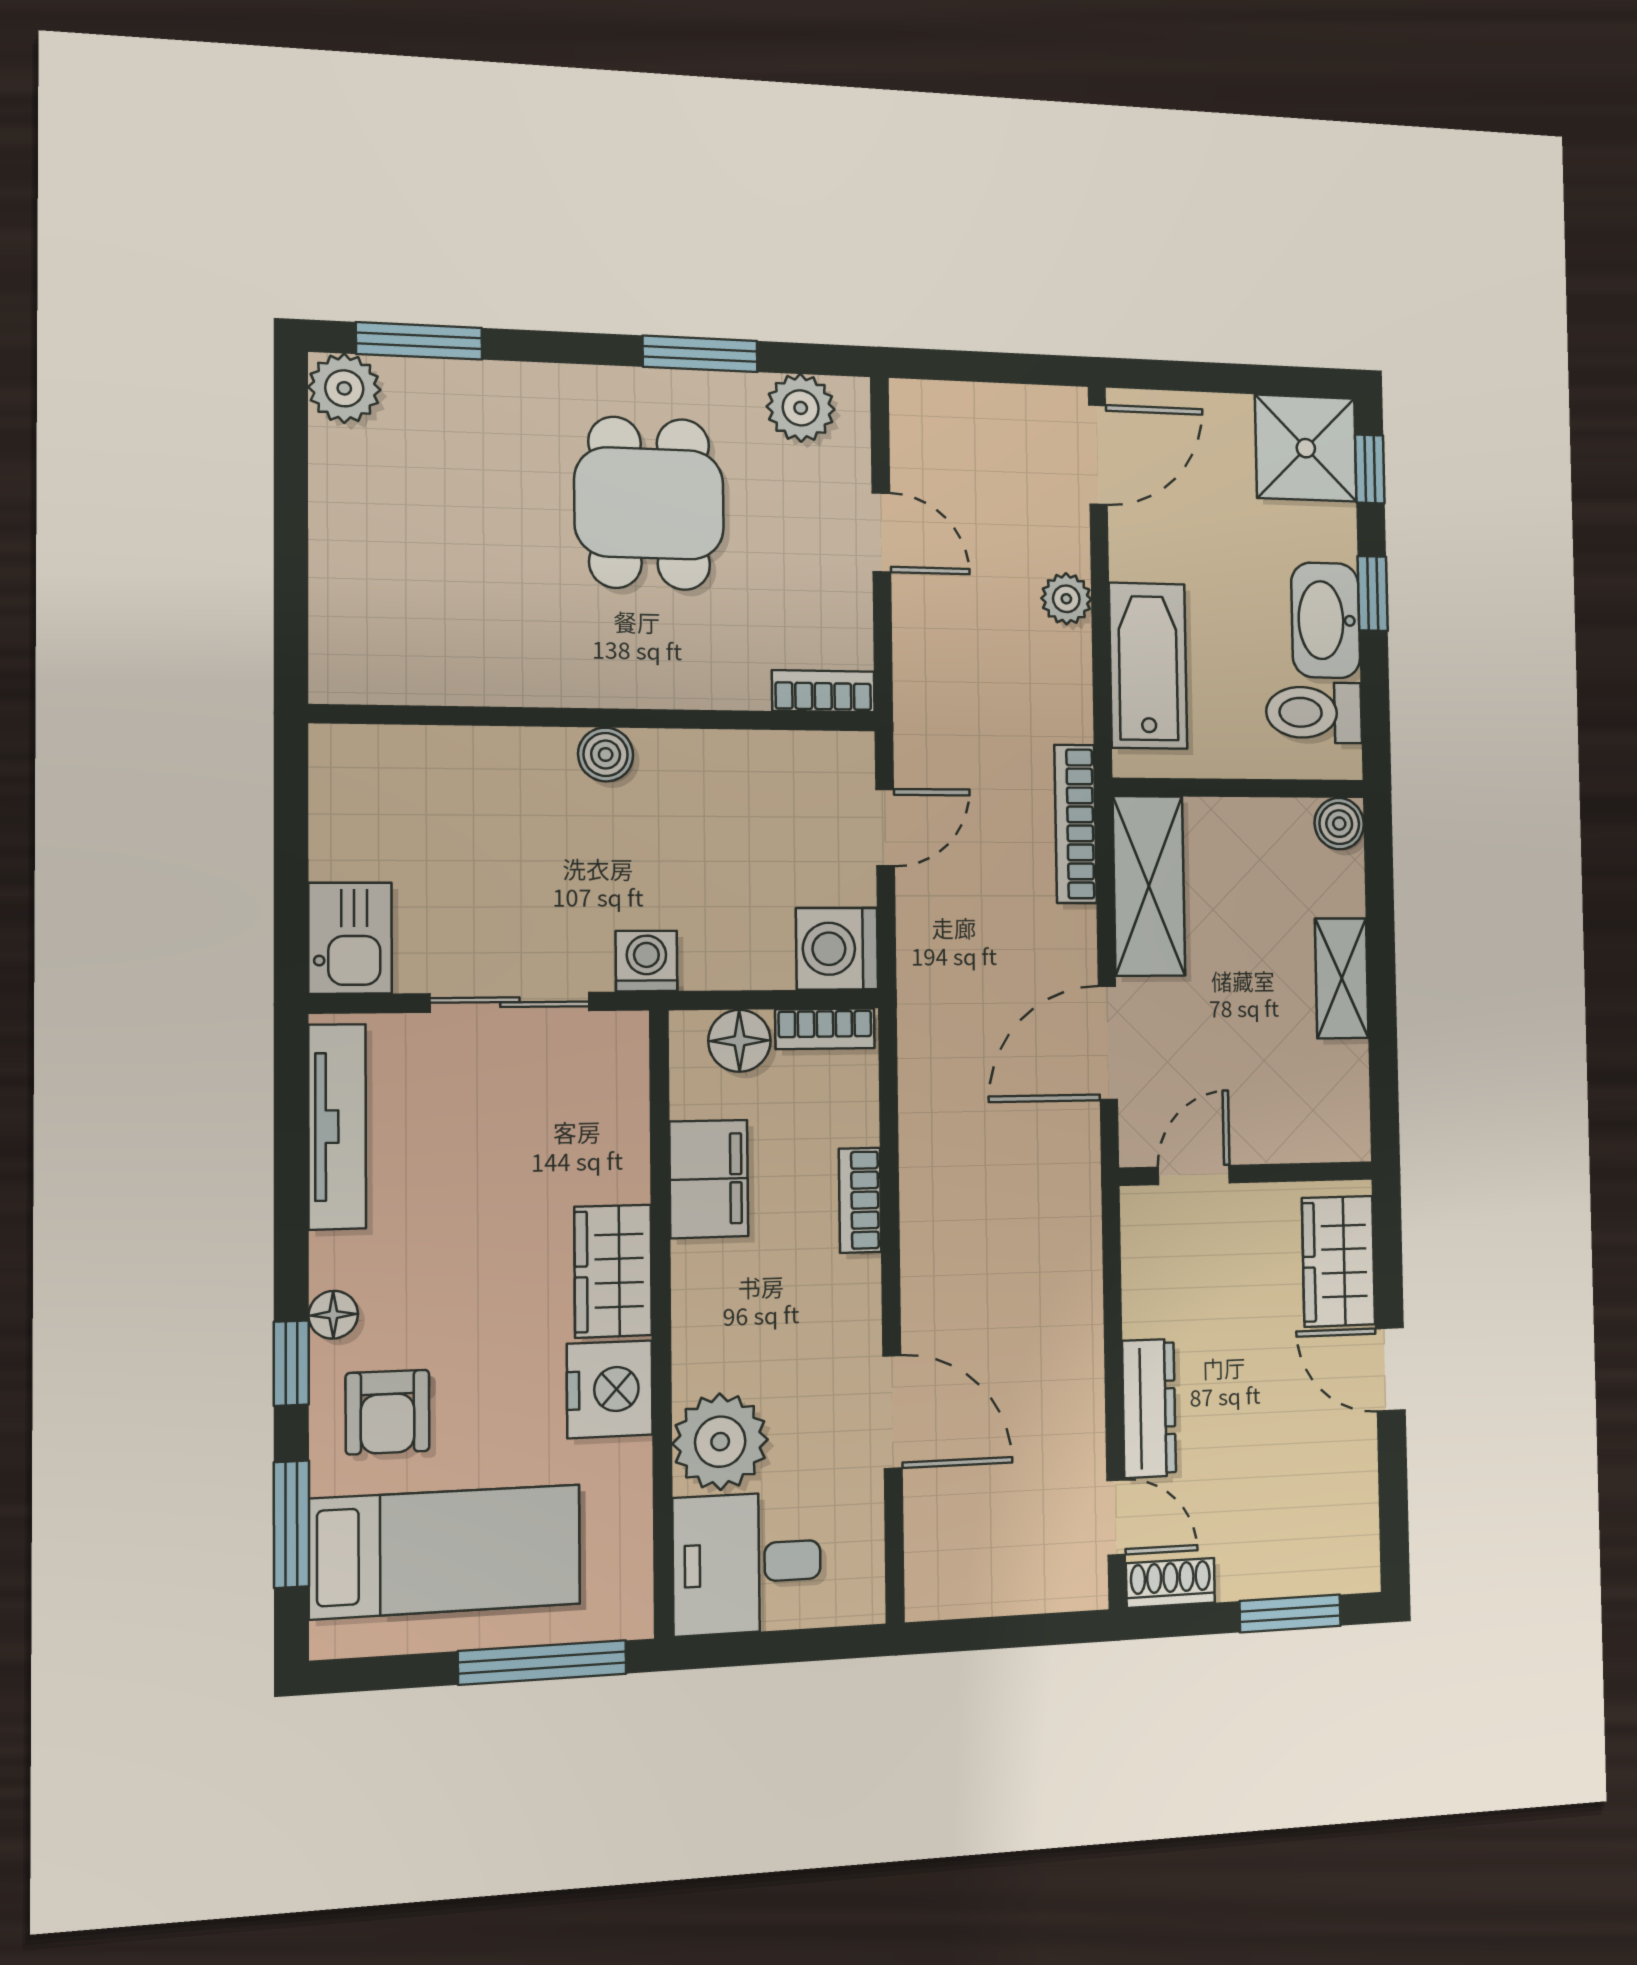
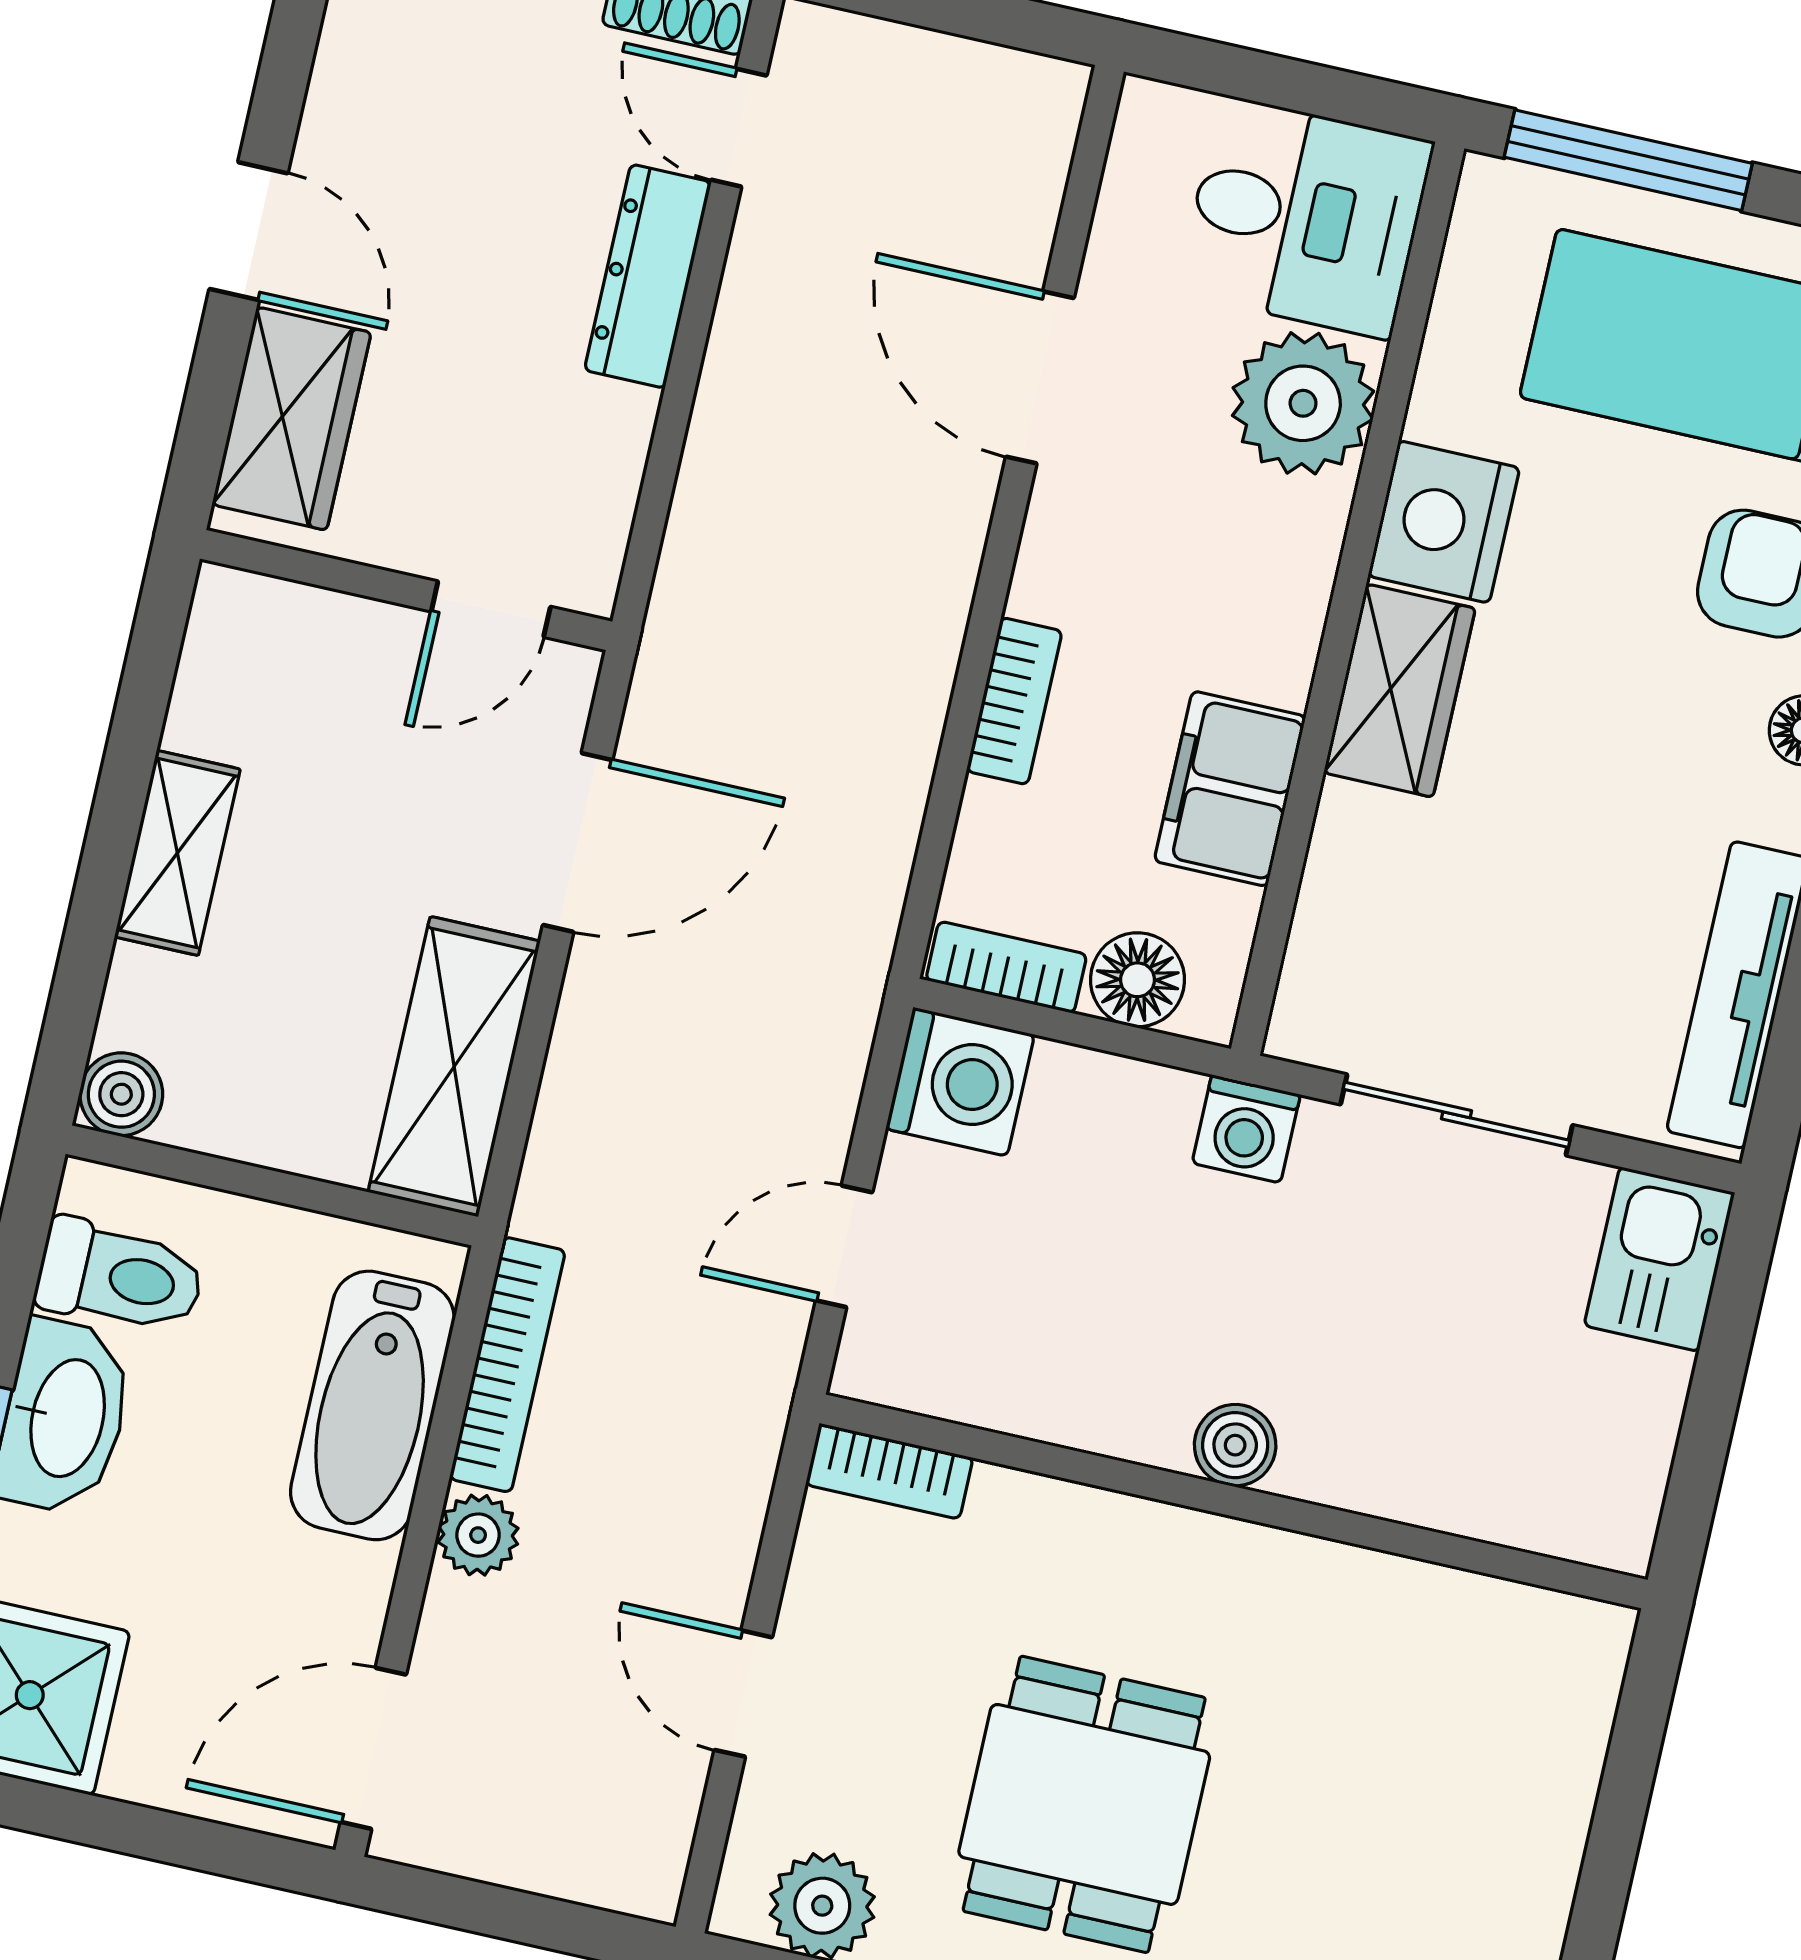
bookcase: (1076, 824) -> (507, 1365), moved

